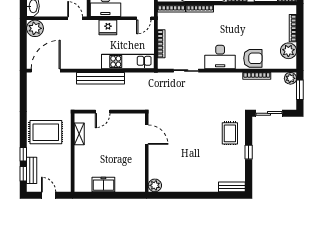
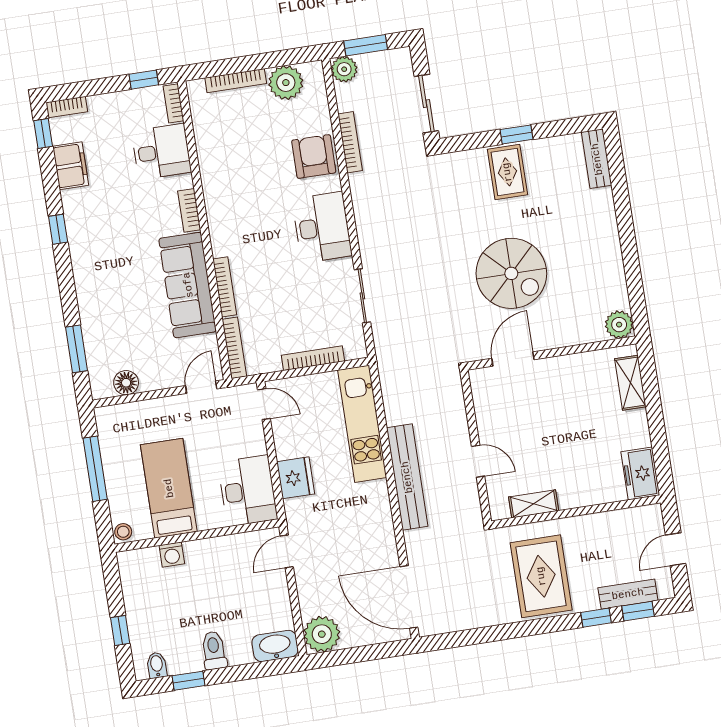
rug: (230, 133) -> (507, 172), moved, turned 90
spiral stairs: (186, 140) -> (511, 273), added
freezer: (103, 185) -> (640, 473), moved
shelving: (128, 186) -> (630, 383), added

